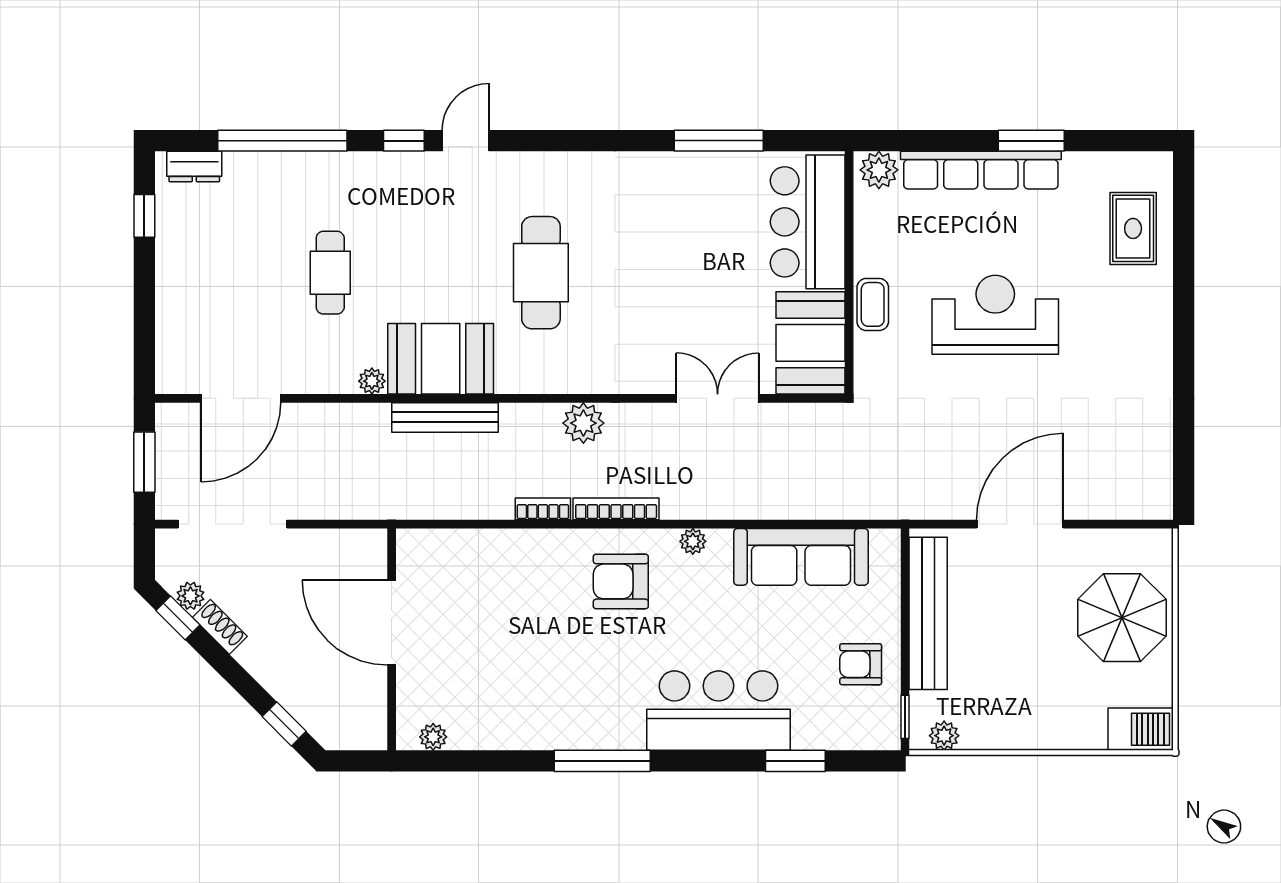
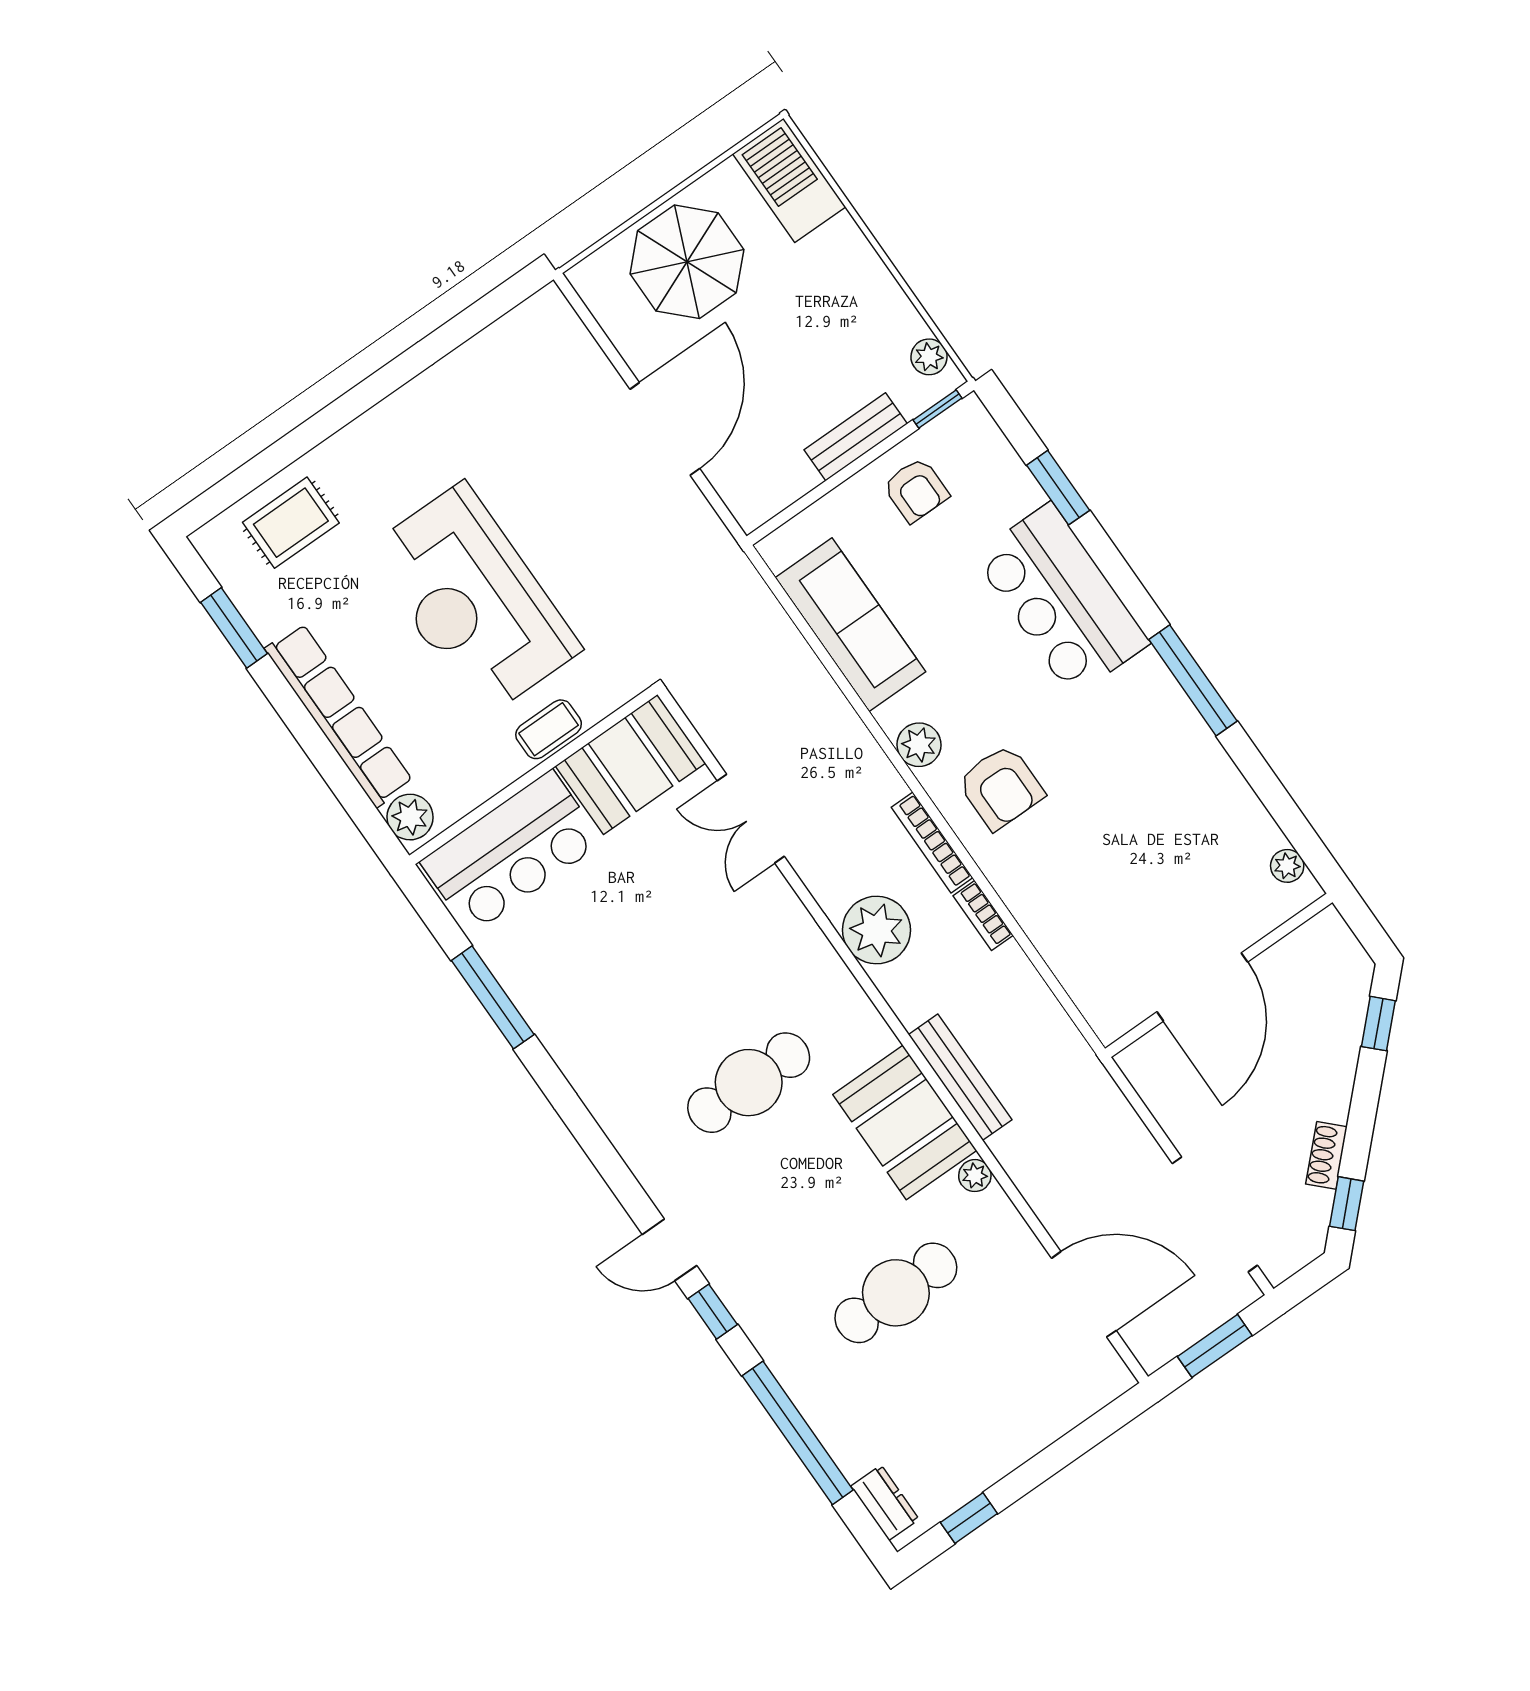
window: (1031, 141) -> (234, 628), moved
cafe table: (330, 273) -> (896, 1293), width x1.37, depth x1.35
reception desk: (995, 315) -> (473, 600), width x1.36, depth x1.30
plant: (583, 423) -> (876, 930), width x1.36, depth x1.36
door: (1020, 524) -> (665, 429), swing flipped
plant: (693, 541) -> (919, 745), width x1.38, depth x1.38
plant: (190, 596) -> (1316, 1207), removed
bench: (928, 613) -> (856, 437), width x0.54, depth x0.82
barbecue: (1141, 729) -> (789, 180), width x1.37, depth x1.21

